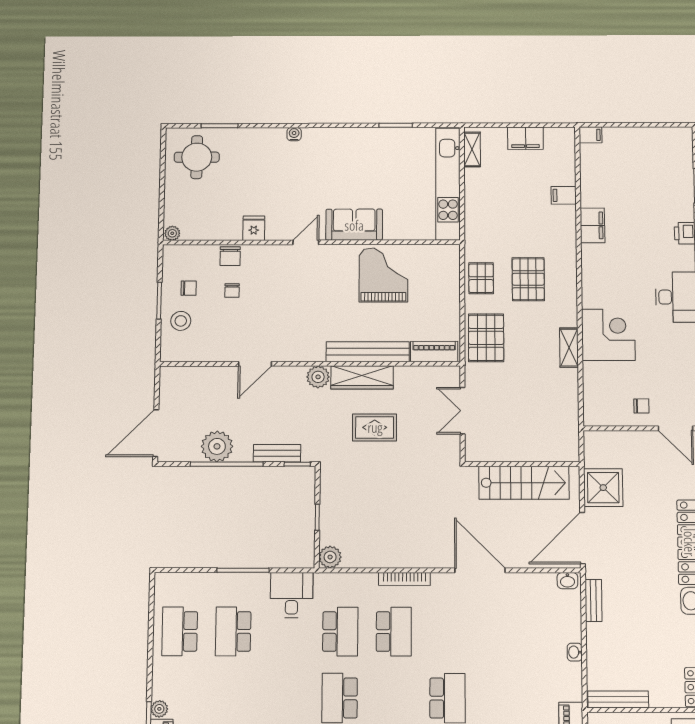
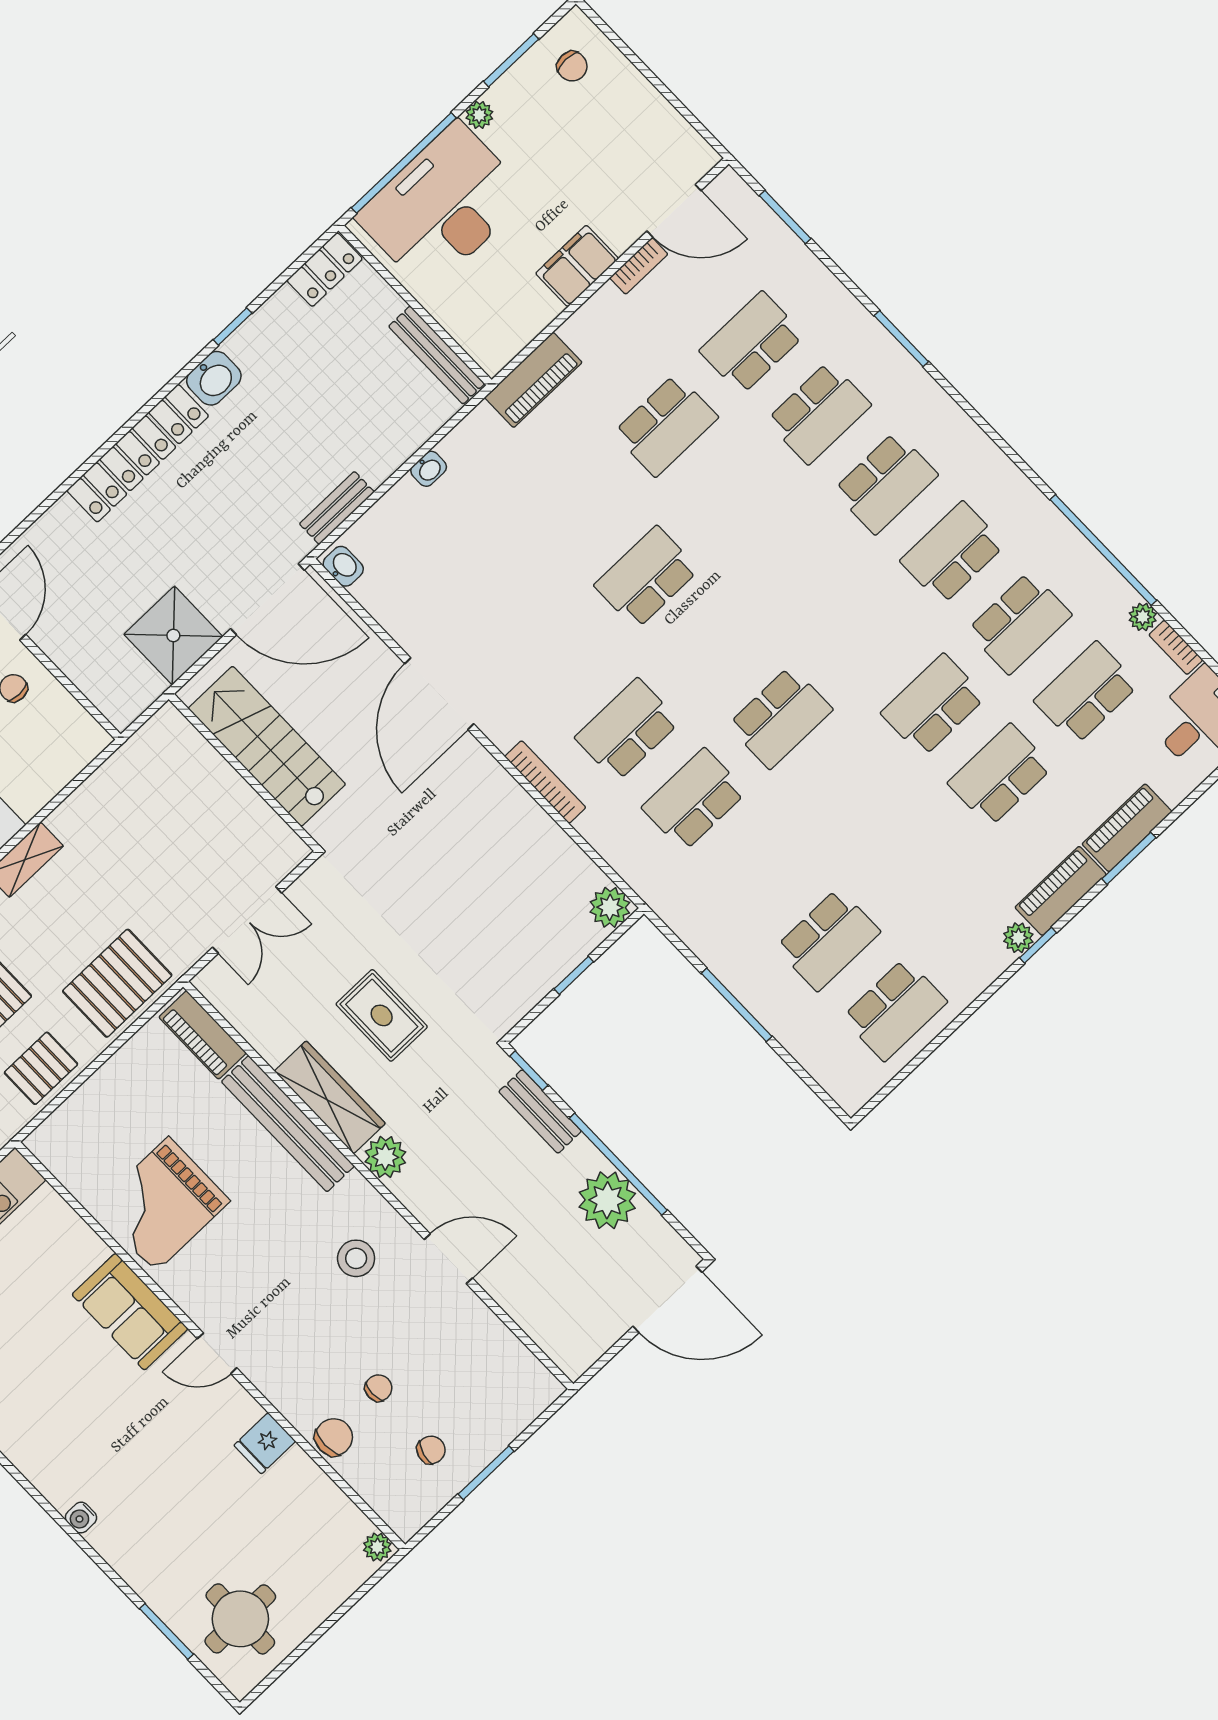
chair: (189, 288) -> (431, 1450), turned 105
stool: (181, 321) -> (356, 1258), moved
desk: (292, 595) -> (708, 910), removed

